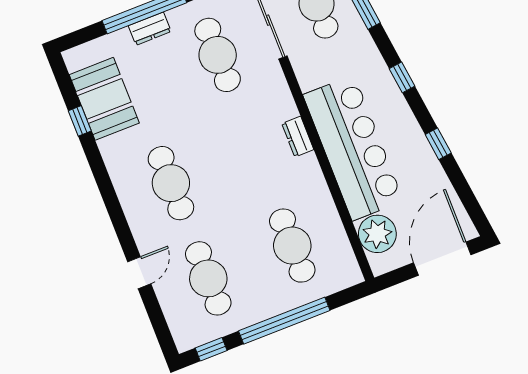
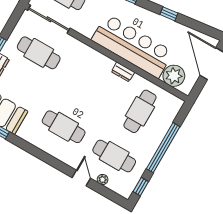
dresser: (298, 137) -> (123, 72), moved
cafe table: (292, 246) -> (140, 111), turned 90
plant: (167, 298) -> (103, 180), added

